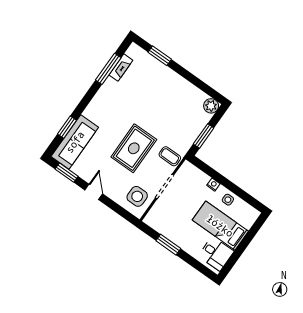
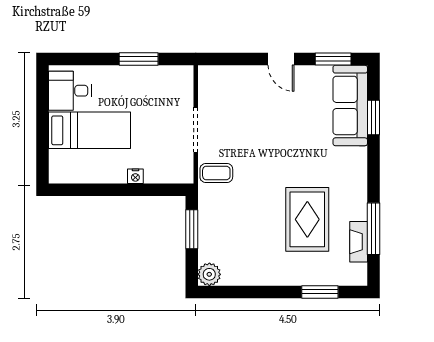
rug: (134, 148) -> (307, 219), moved
side table: (137, 196) -> (222, 92), removed
side table: (228, 200) -> (103, 170), removed

